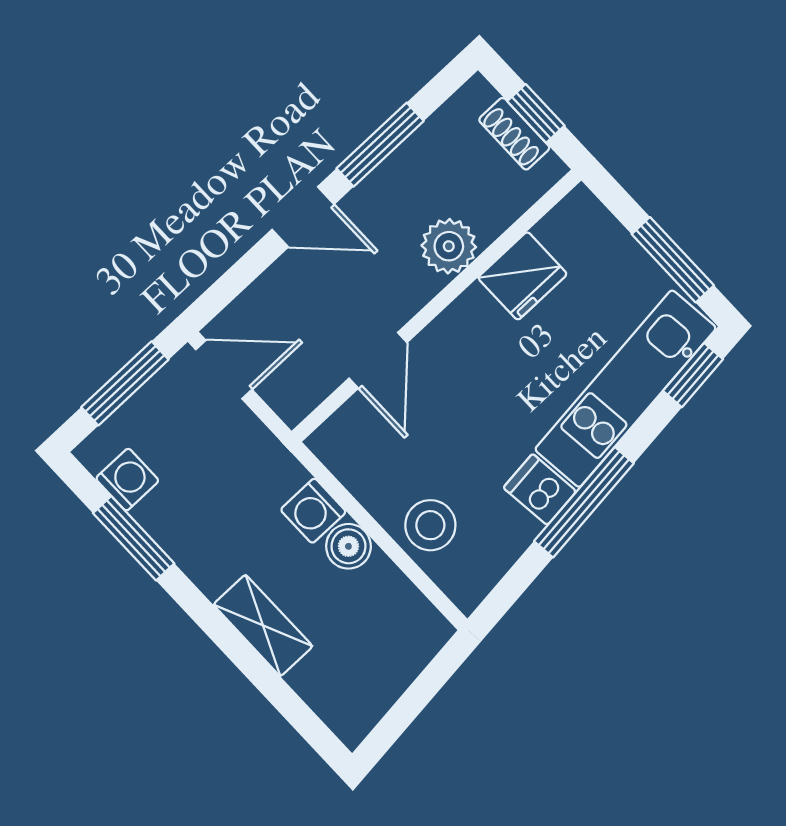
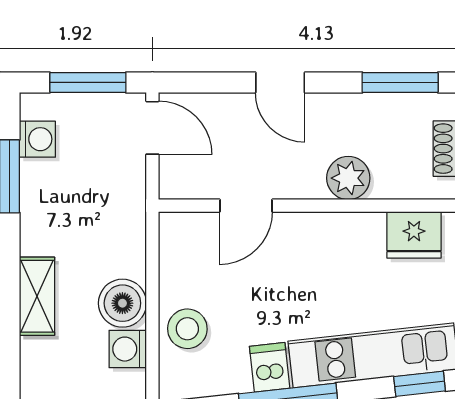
window: (380, 145) -> (400, 82), moved
fridge: (523, 276) -> (414, 235), moved
washing machine: (313, 511) -> (128, 349), moved
boiler: (348, 546) -> (122, 303), width x1.36, depth x1.36

